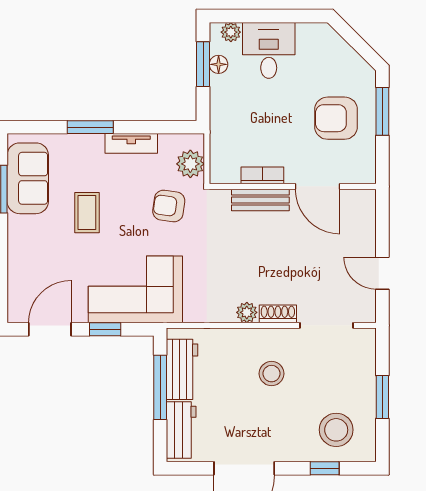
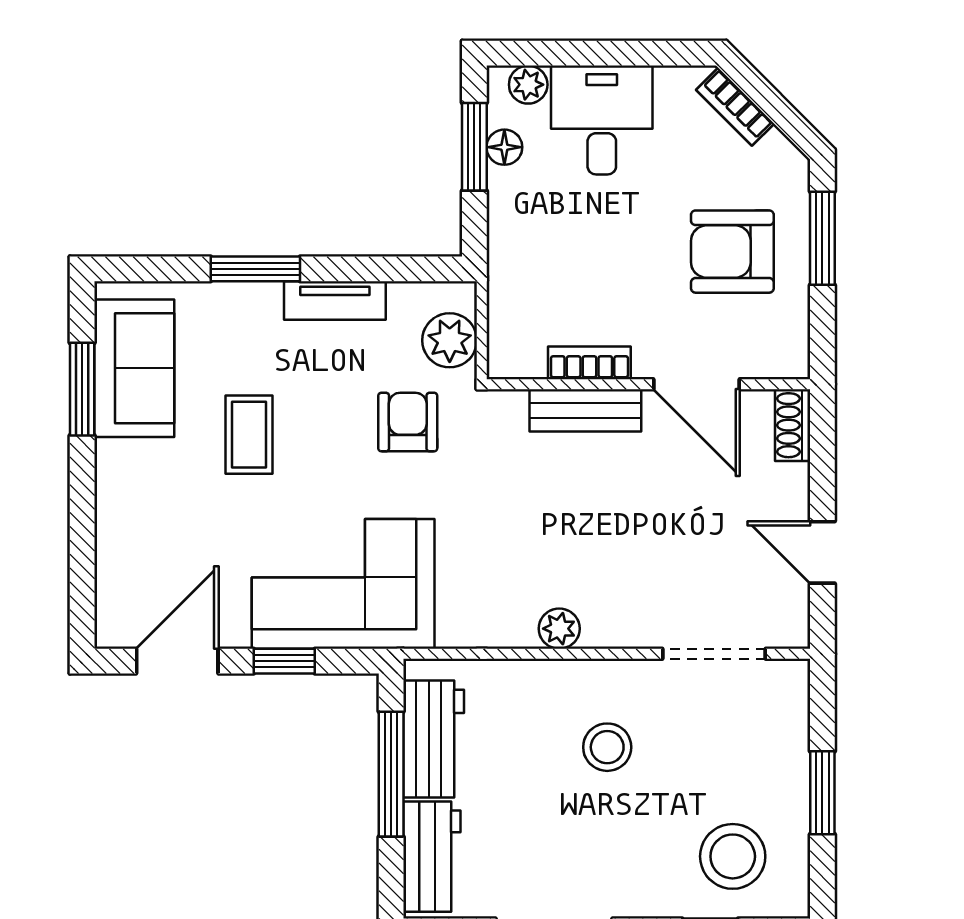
bookcase: (337, 44) -> (735, 107), added
armchair: (169, 206) -> (408, 422), turned 82
shoe rack: (278, 314) -> (793, 425), moved, turned -90

